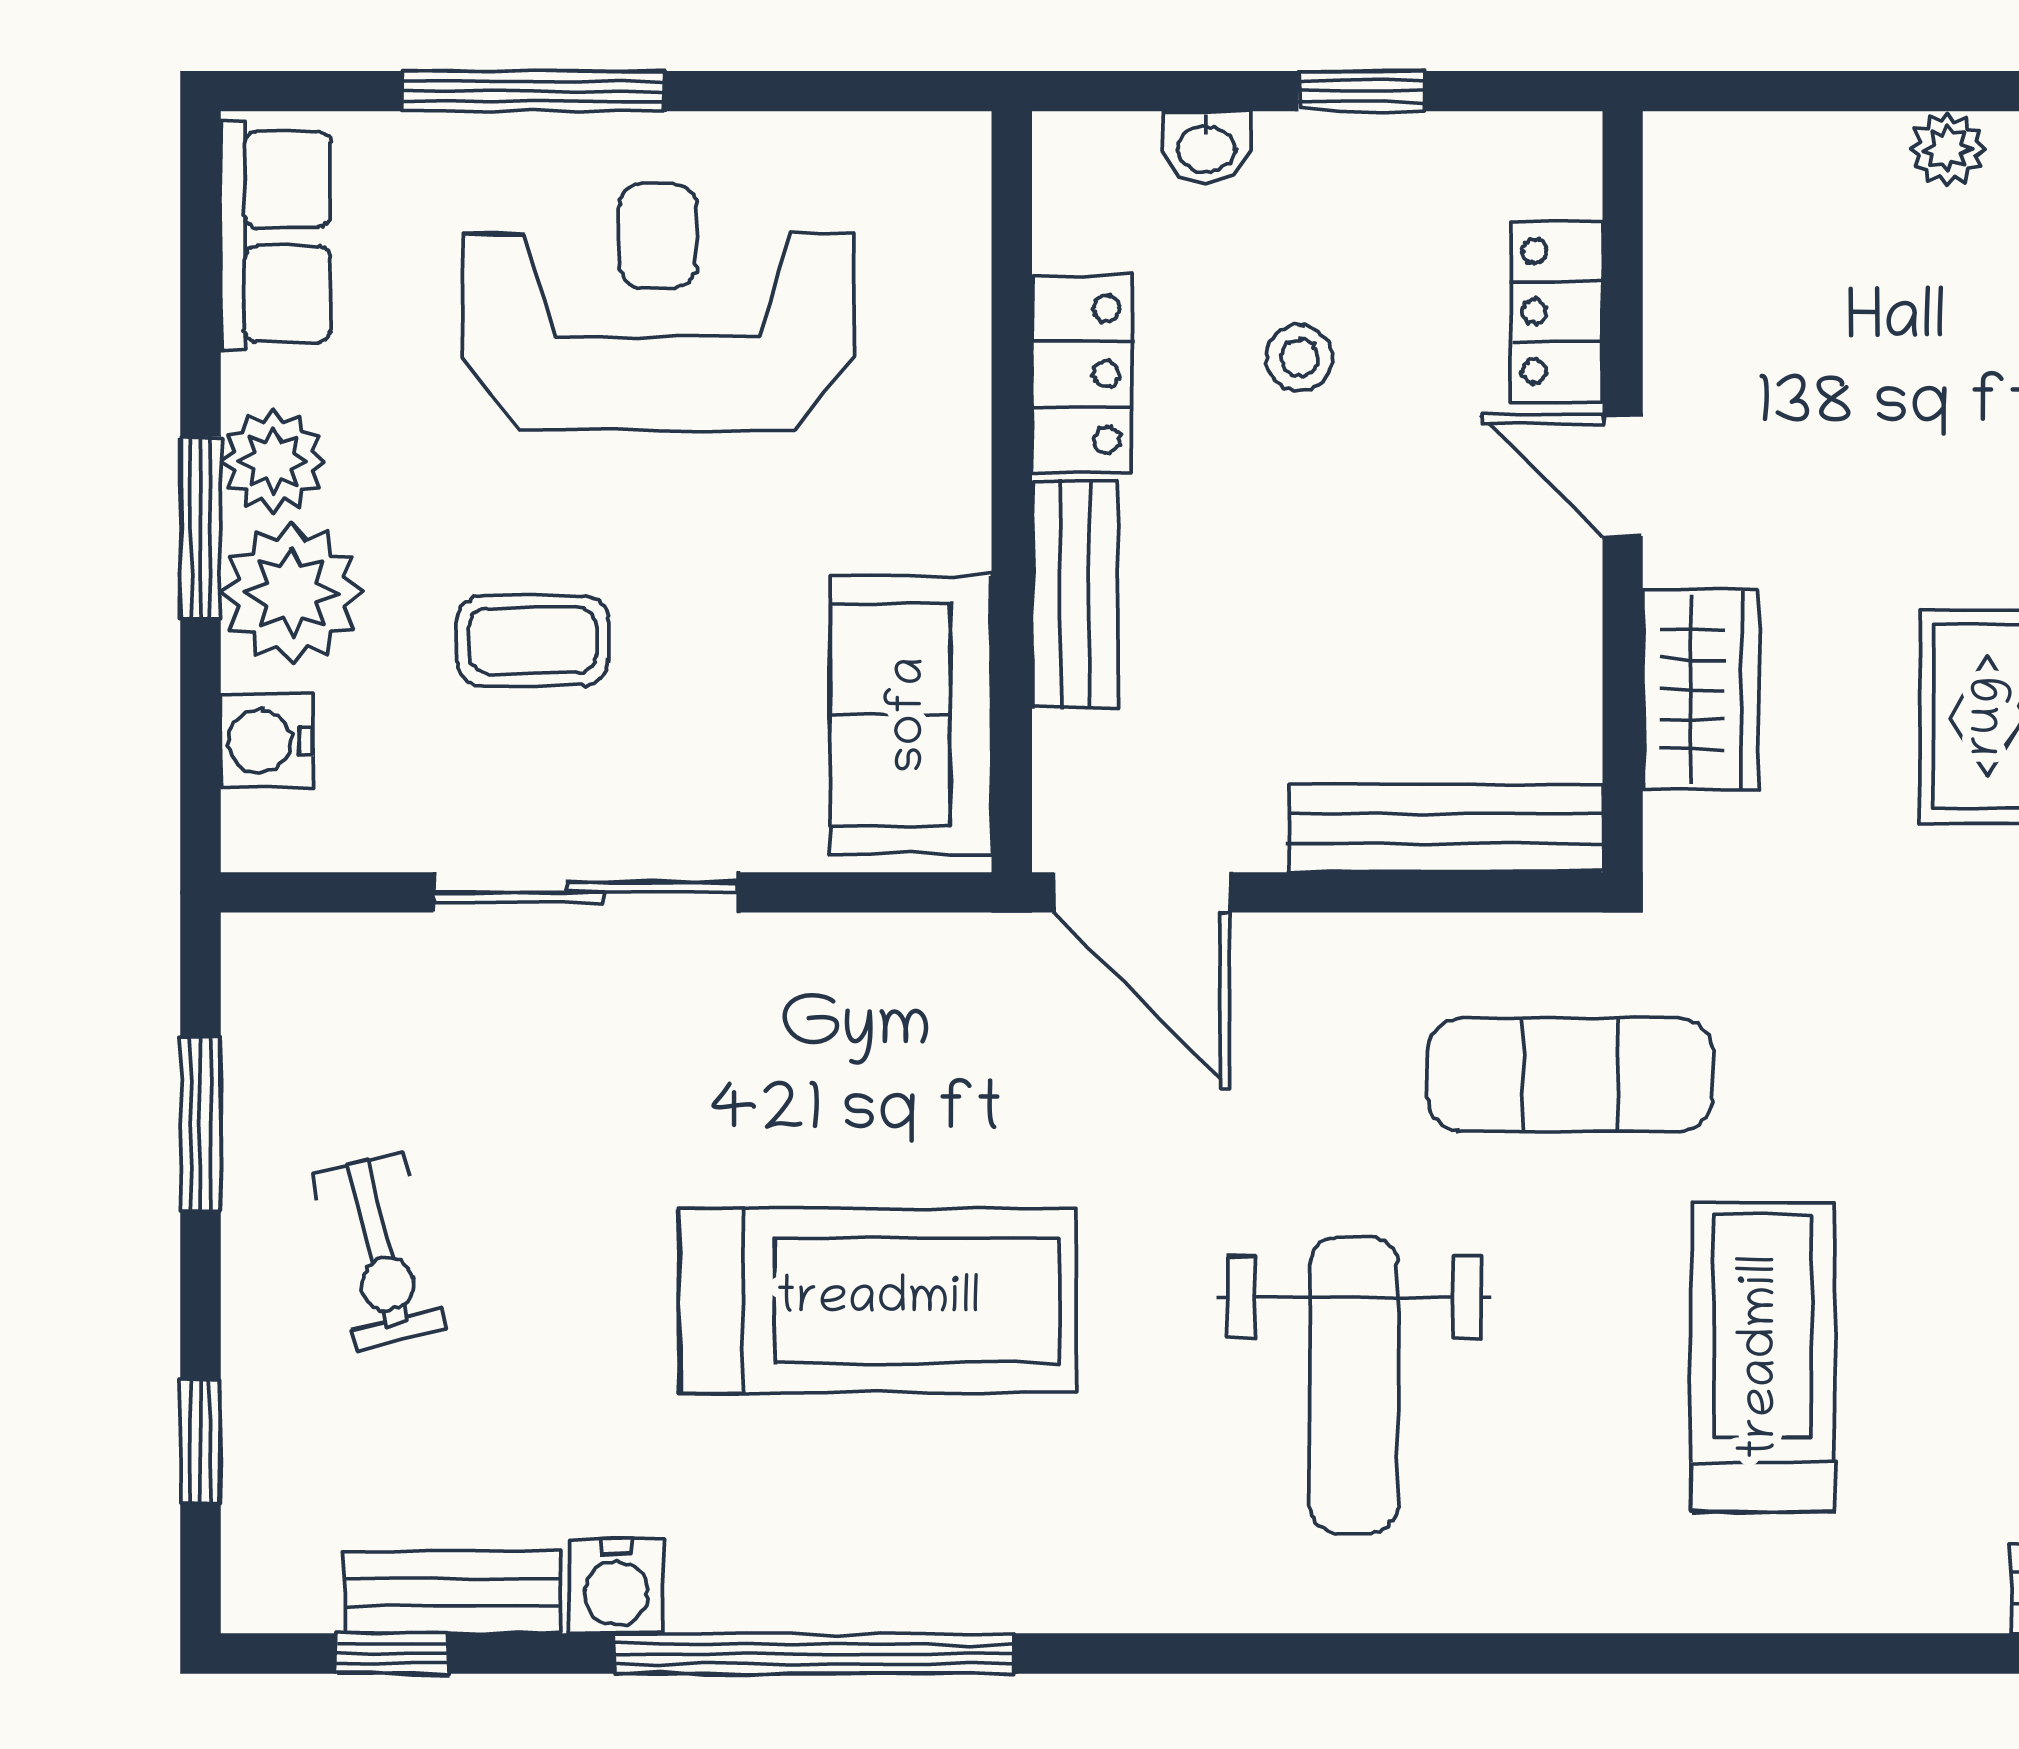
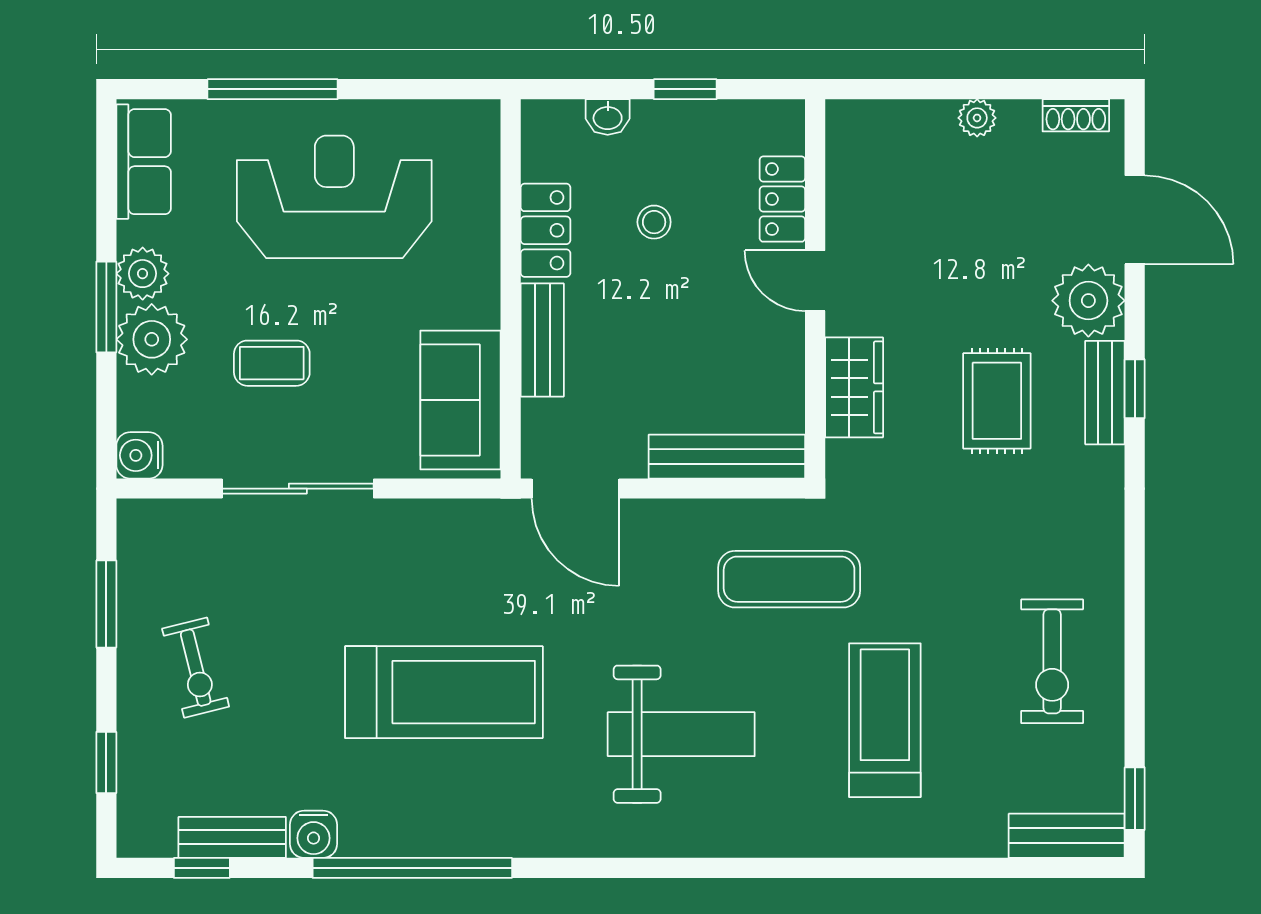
water cooler: (267, 741) -> (139, 455), moved
weight bench: (1354, 1385) -> (681, 734), turned -90

